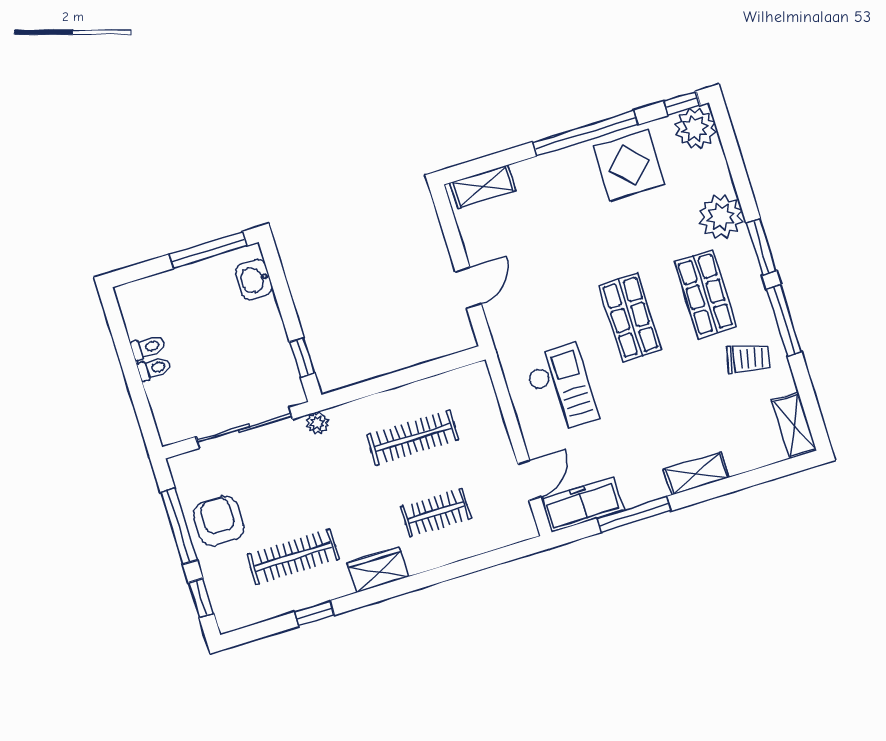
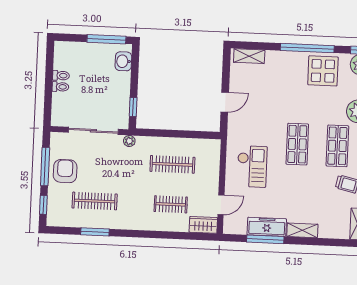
freezer: (582, 505) -> (267, 227), moved
wardrobe: (378, 570) -> (203, 225), moved
window: (314, 614) -> (95, 232), width x1.50

